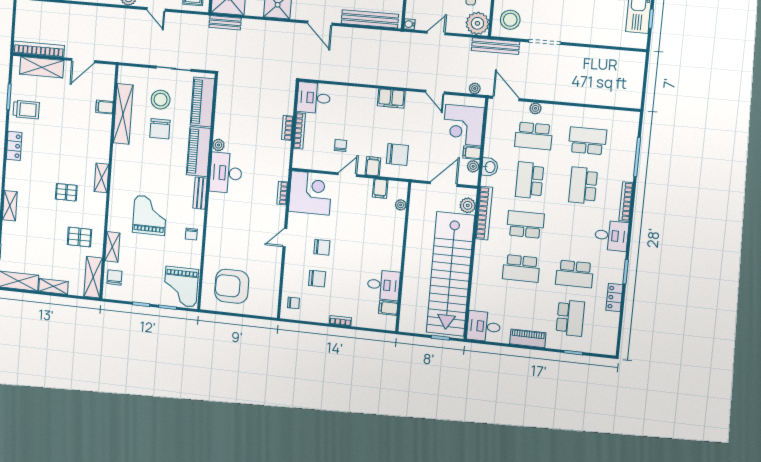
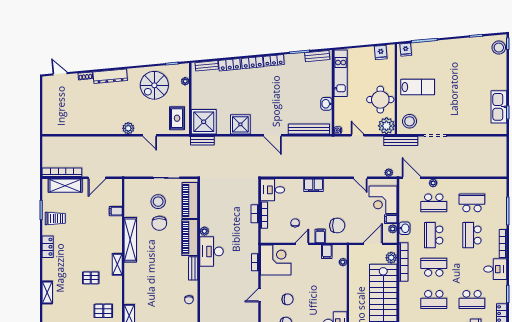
door: (436, 33) -> (358, 135), hinge flipped
filing cabinet: (391, 98) -> (314, 185), moved
shelving: (123, 114) -> (130, 240), moved
grand piano: (150, 215) -> (156, 289), removed

